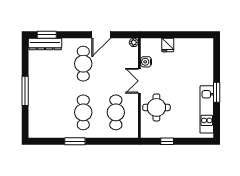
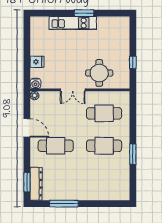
water cooler: (146, 62) -> (35, 83), moved
window: (25, 91) -> (64, 204), moved
kitchen unit: (207, 109) -> (73, 23), moved

